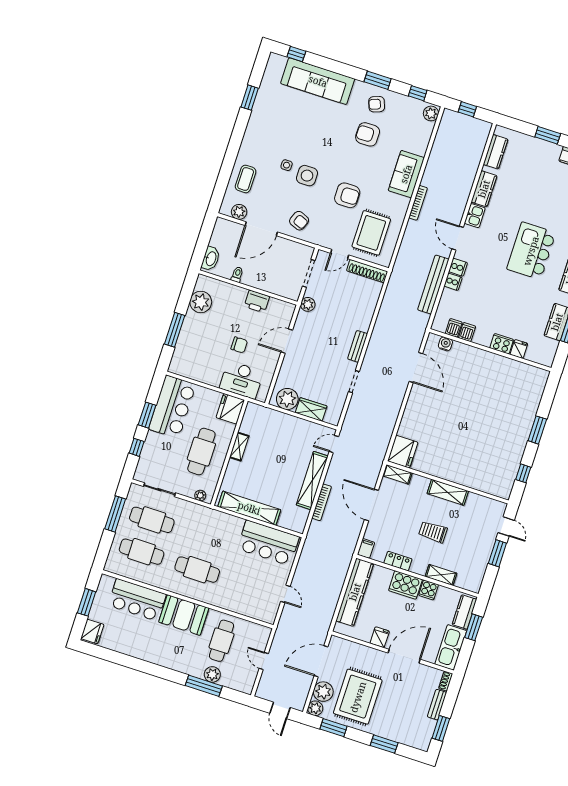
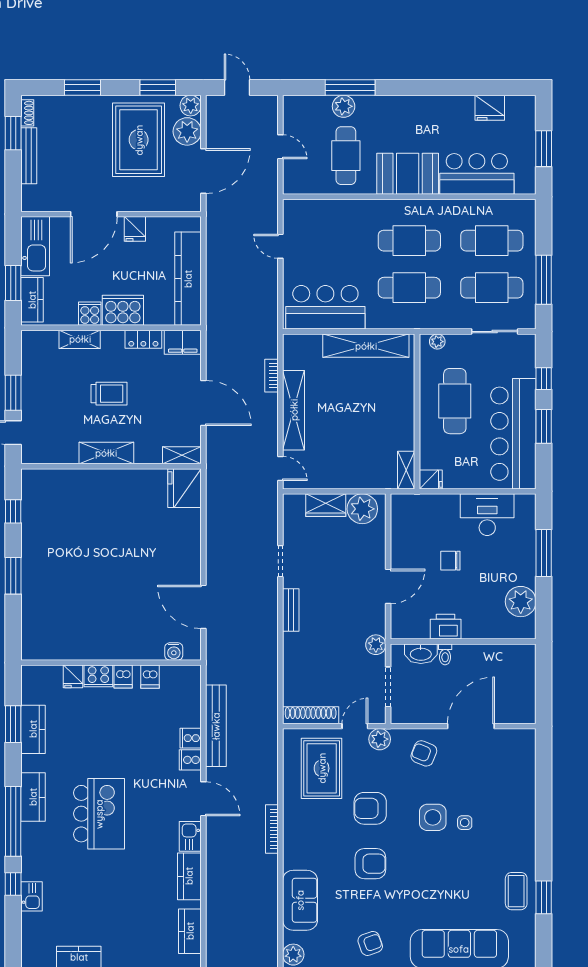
armchair: (368, 134) -> (370, 864), moved
sofa: (406, 174) -> (300, 900), moved
coffee table: (246, 179) -> (516, 891), moved
plant: (239, 212) -> (380, 739), moved
washbasin: (211, 259) -> (421, 654), moved, turned -90
toilet: (237, 274) -> (445, 654), moved
dishwasher: (454, 328) -> (123, 677), moved
desk: (241, 380) -> (487, 515), moved
bar counter: (172, 407) -> (513, 434), width x1.36
fridge: (230, 409) -> (431, 479), width x0.53, depth x0.75
door: (334, 444) -> (280, 469), hinge flipped
shelving: (239, 447) -> (406, 470), moved
bookcase: (322, 502) -> (271, 376), width x0.64
cafe table: (207, 538) -> (409, 288), added
filing cabinet: (366, 548) -> (183, 342), width x2.00
fridge: (92, 631) -> (490, 108), moved, turned -90
shoe rack: (446, 681) -> (27, 113), moved
bench: (437, 705) -> (29, 156), width x1.36

